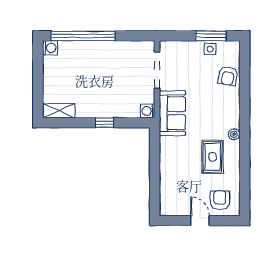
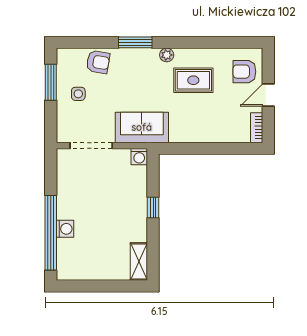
washing machine: (50, 48) -> (65, 229), moved, turned 90
side table: (210, 49) -> (78, 94), moved
window: (245, 108) -> (135, 42), added
bookcase: (172, 211) -> (257, 128), added

